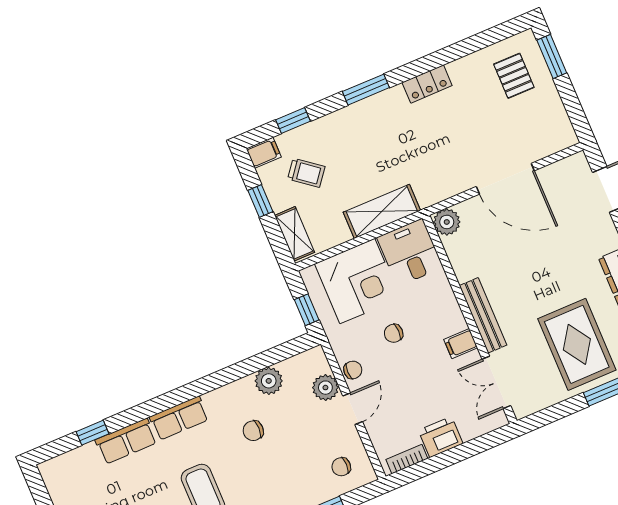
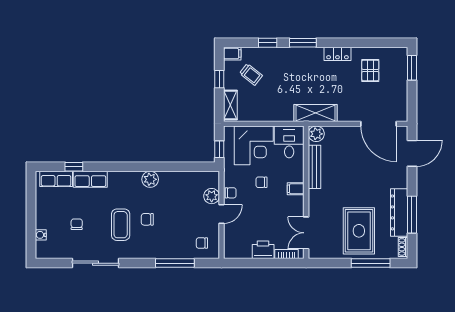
pallet: (514, 76) -> (370, 70), moved
window: (293, 121) -> (268, 43), moved
door: (505, 179) -> (378, 124), moved
shelving: (382, 211) -> (316, 113), moved
bench: (483, 315) -> (314, 167), moved
filing cabinet: (461, 344) -> (296, 189), moved
plant: (269, 381) -> (150, 179), moved
row of seats: (179, 418) -> (56, 179), moved
chair: (253, 431) -> (147, 219), moved
bookcase: (407, 459) -> (287, 254), moved

